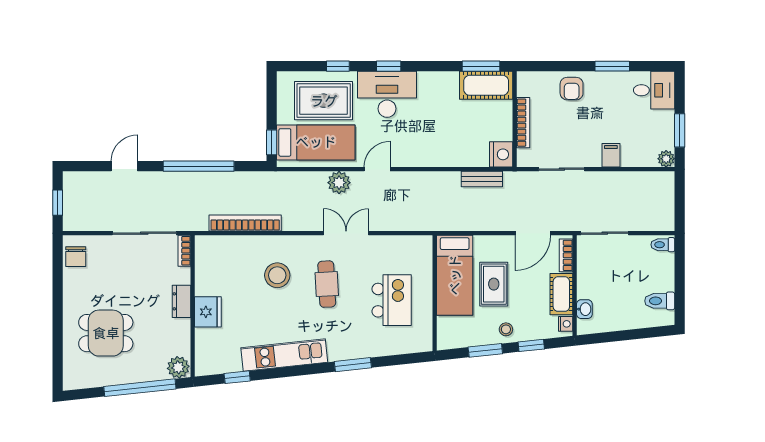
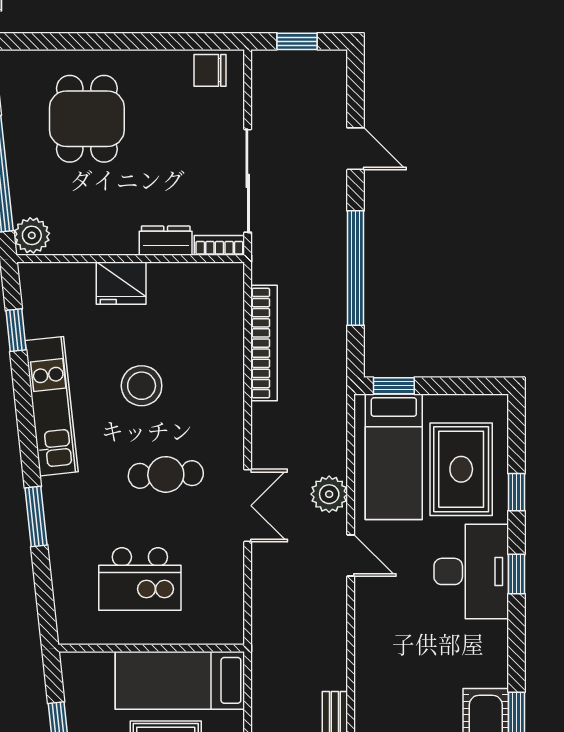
stool: (277, 275) -> (142, 386), moved
dresser: (181, 301) -> (166, 241), moved

